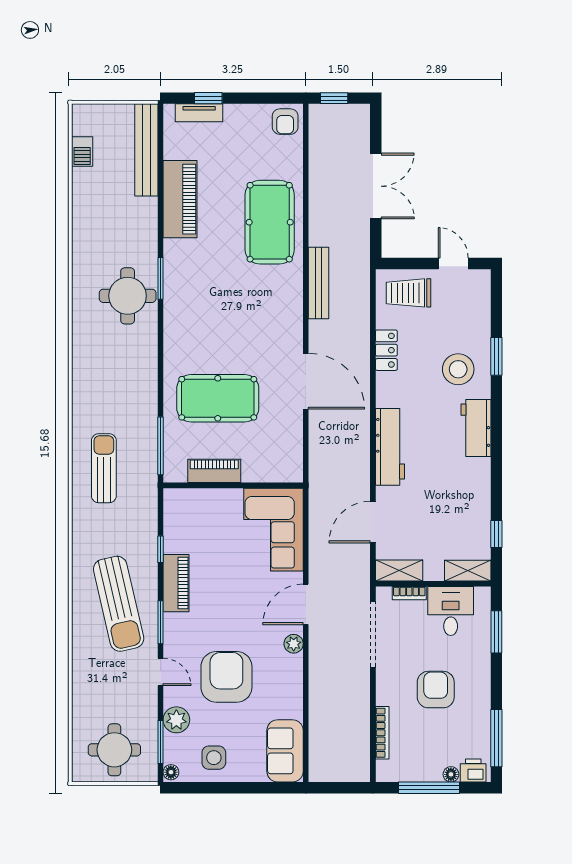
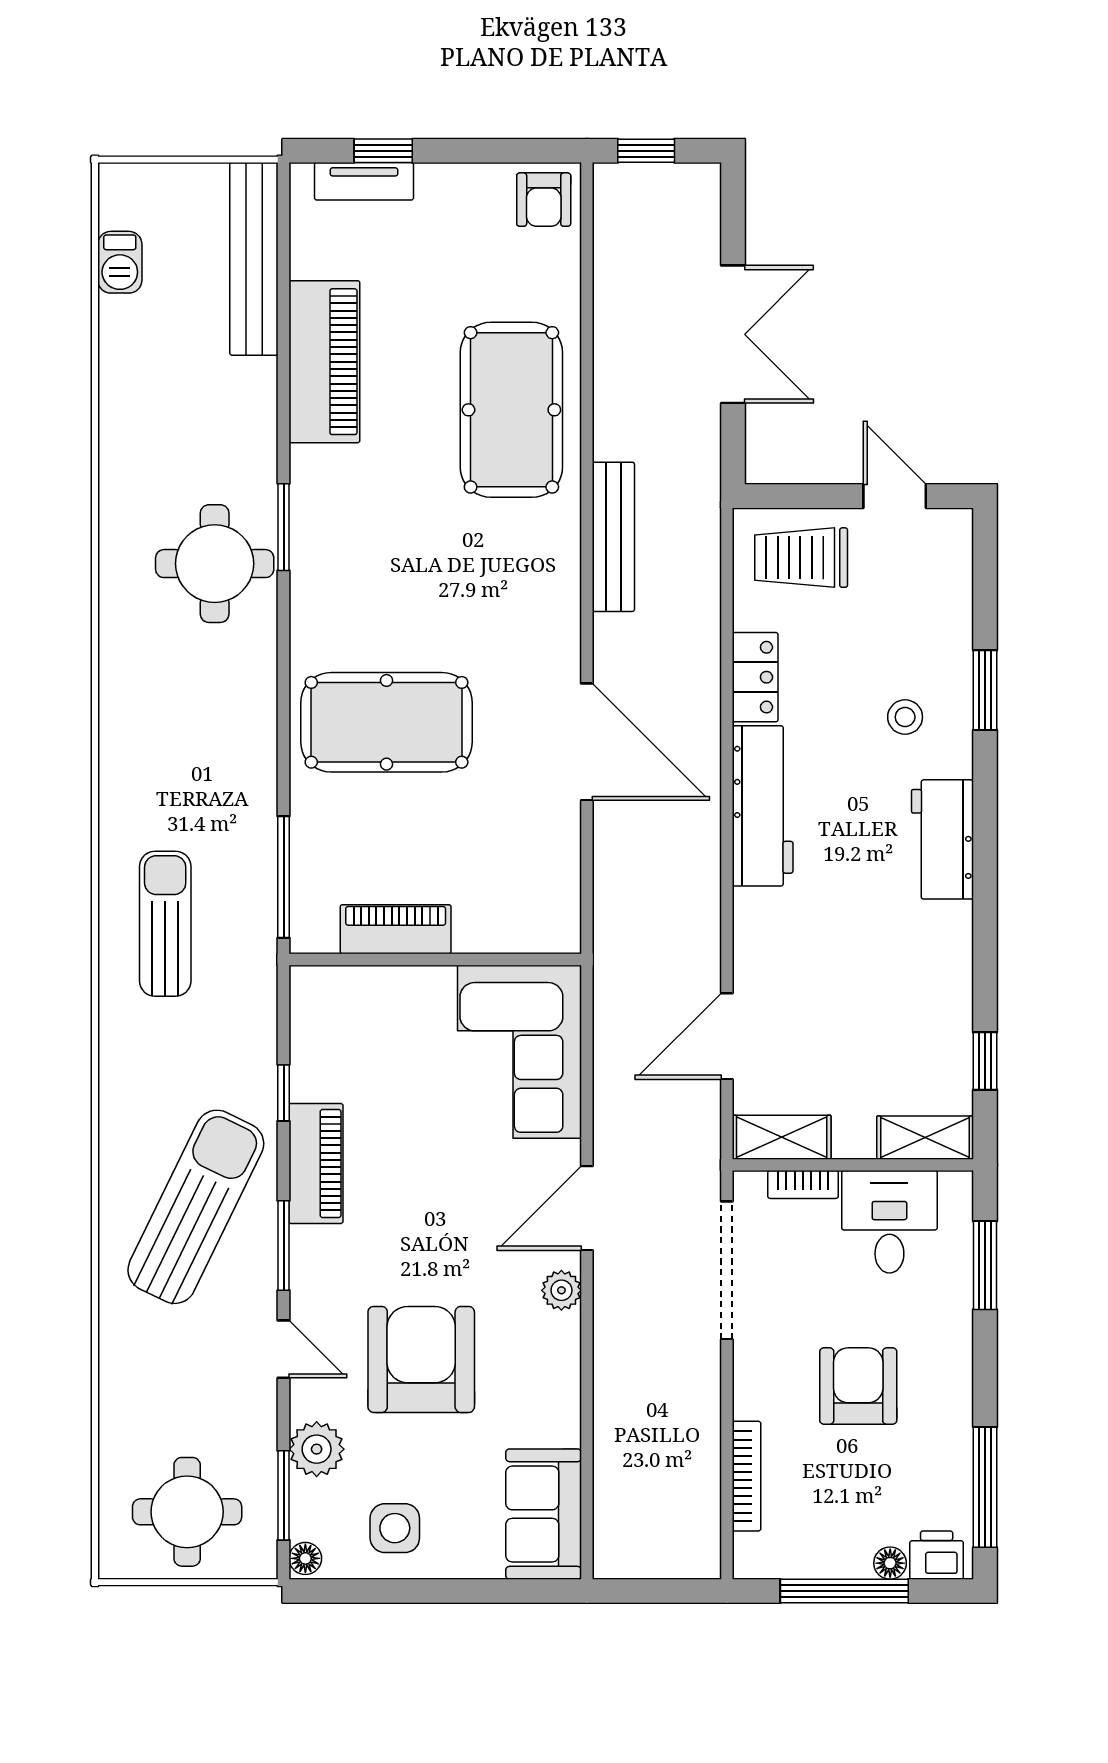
stool: (458, 369) -> (905, 717), width x0.53, depth x0.53
pool table: (218, 398) -> (387, 722), moved
workbench: (390, 447) -> (763, 806), moved
sun lounger: (119, 604) -> (196, 1207), turned -141

